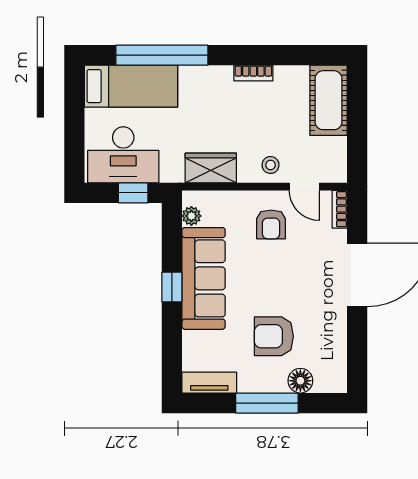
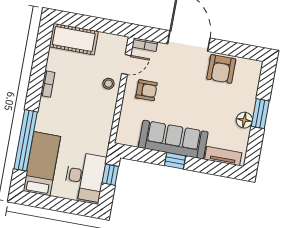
wardrobe: (211, 168) -> (103, 122), removed
plant: (191, 216) -> (132, 140), removed
armchair: (274, 336) -> (221, 69), moved
floor lamp: (300, 381) -> (244, 120), moved
tv unit: (209, 383) -> (223, 156), moved, turned 90
window: (267, 403) -> (260, 114), width x0.69

